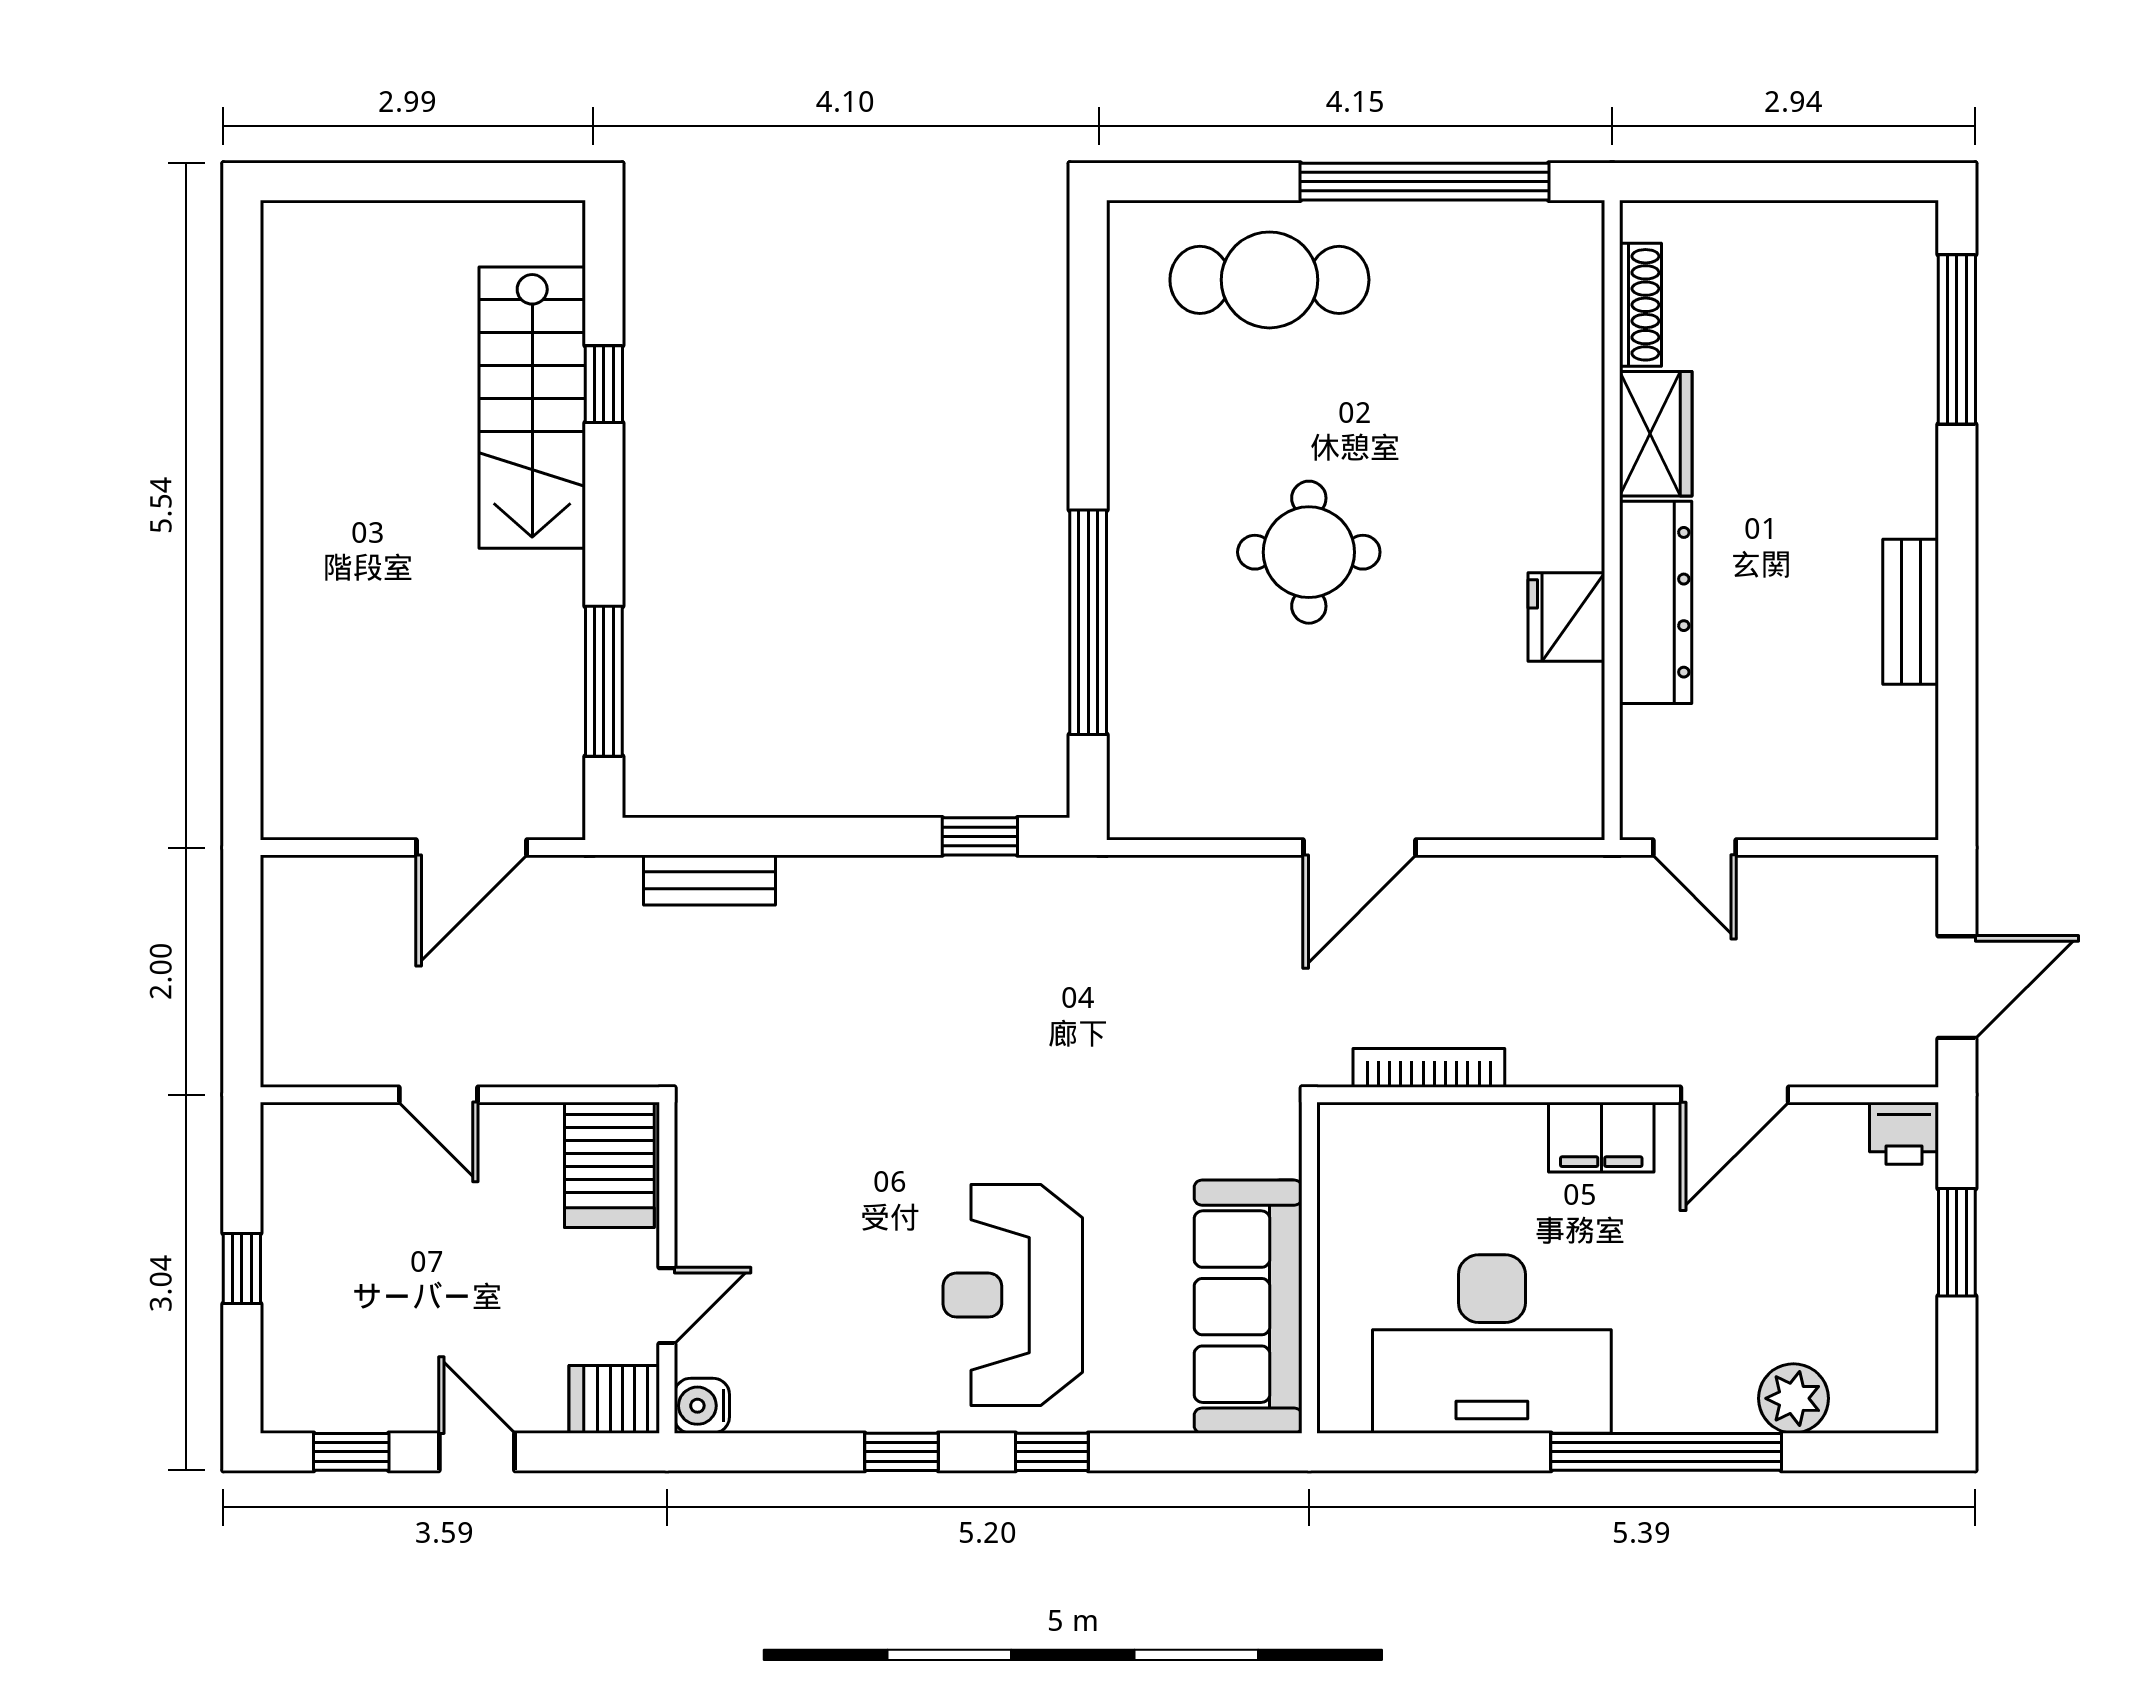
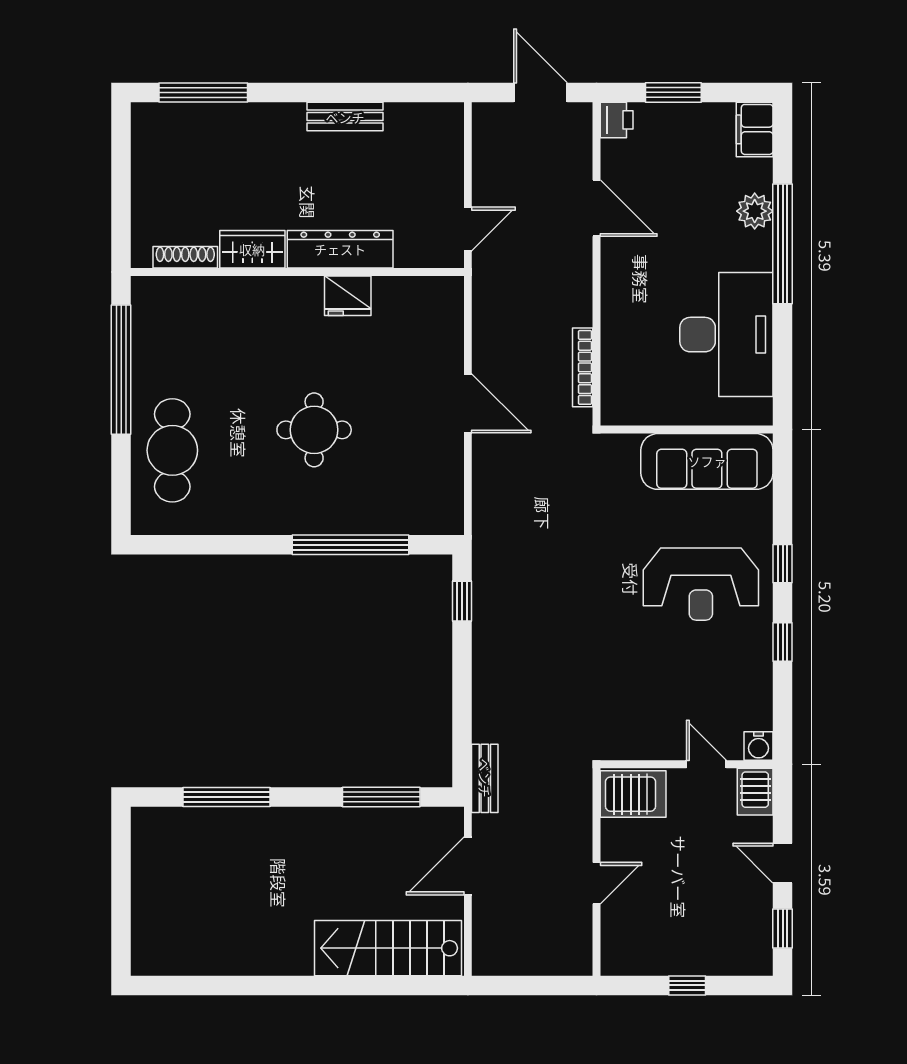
window: (604, 384) -> (227, 797), width x2.17
stairs: (532, 408) -> (388, 948), moved, turned 180
door: (471, 848) -> (468, 866), swing flipped
bench: (709, 880) -> (485, 778), moved
filing cabinet: (1601, 1137) -> (755, 129), moved, turned 180
plant: (1793, 1398) -> (755, 211), moved
door: (477, 1452) -> (783, 863), hinge flipped

